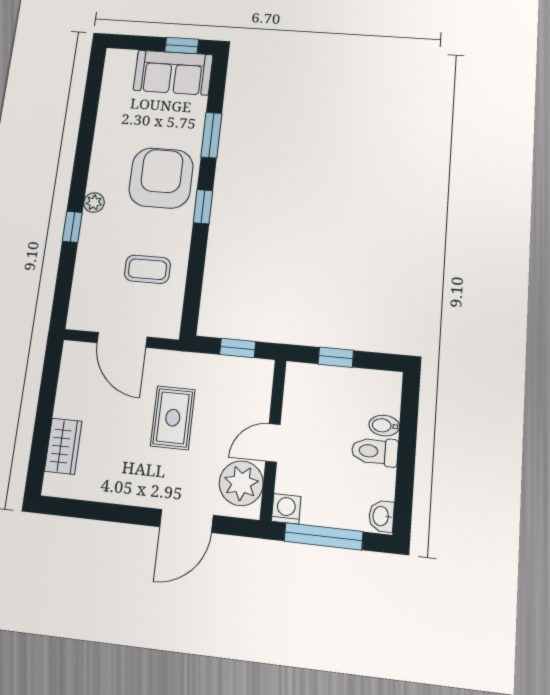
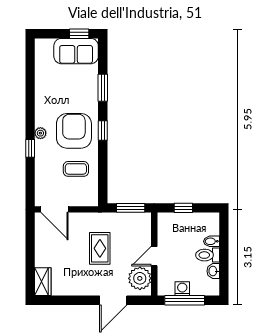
armchair: (161, 178) -> (74, 131), moved
door: (122, 340) -> (54, 209), moved
window: (238, 348) -> (131, 208), width x1.50
wardrobe: (63, 446) -> (43, 282), moved
washing machine: (286, 509) -> (182, 289), moved
washbasin: (381, 516) -> (213, 271), moved

